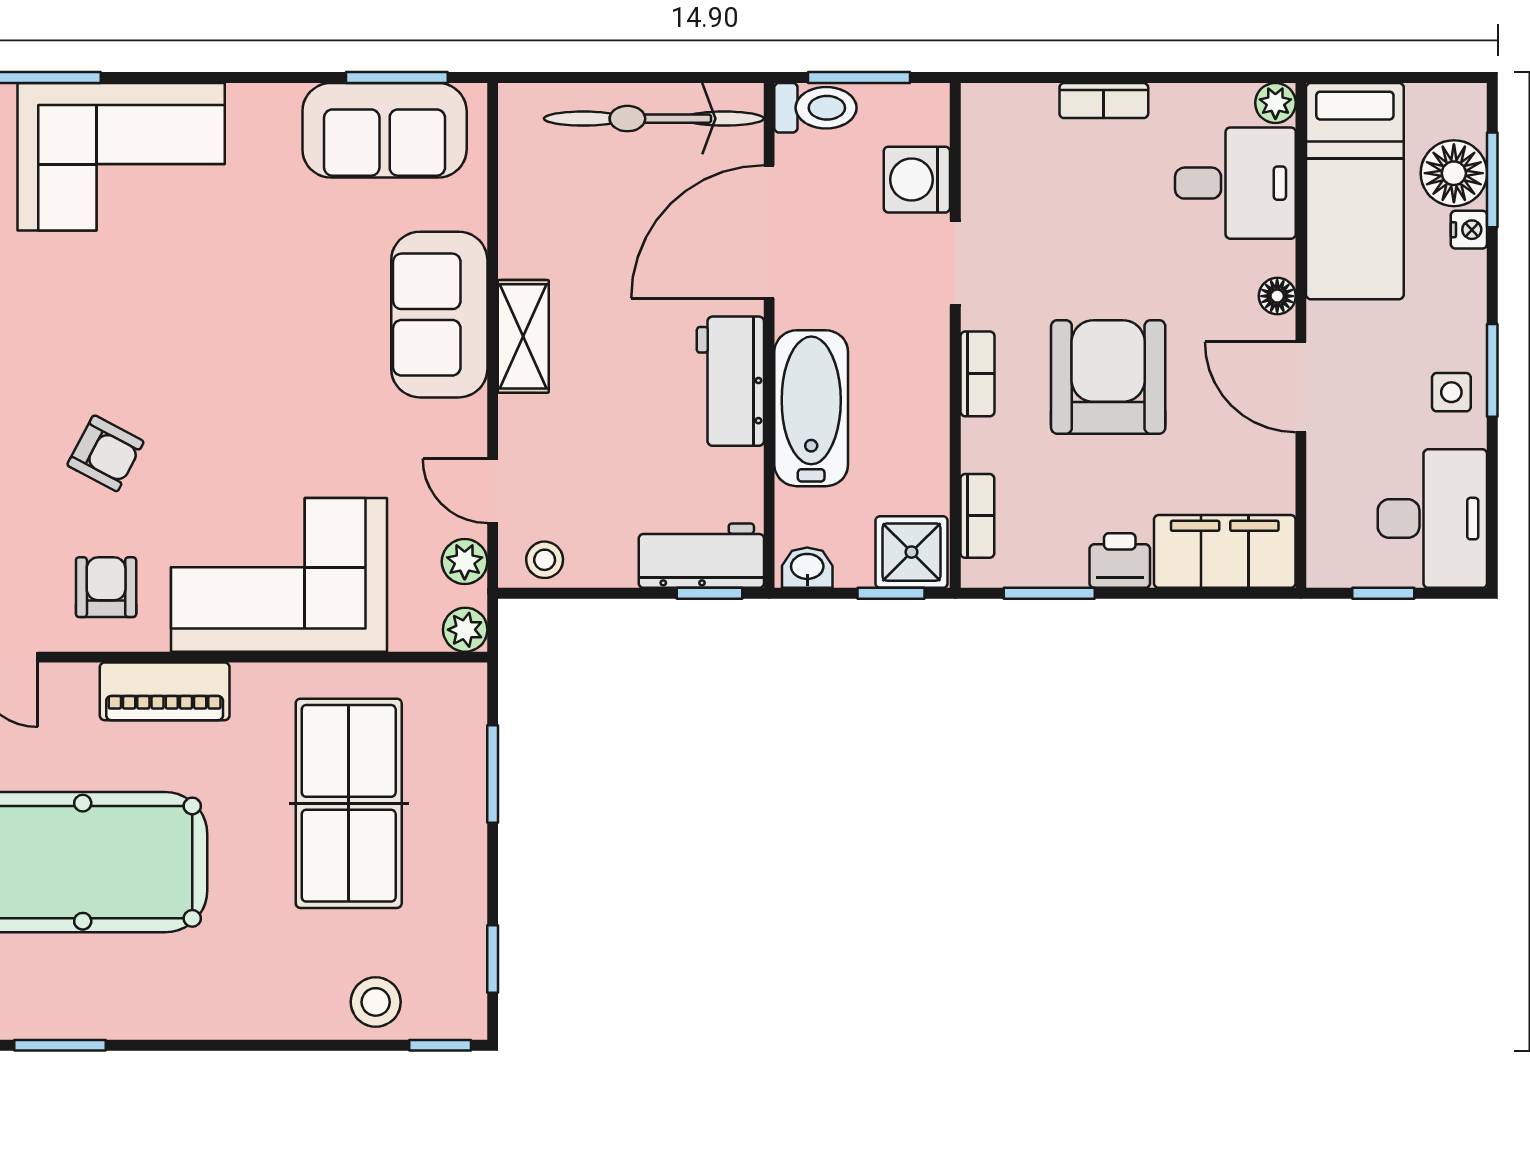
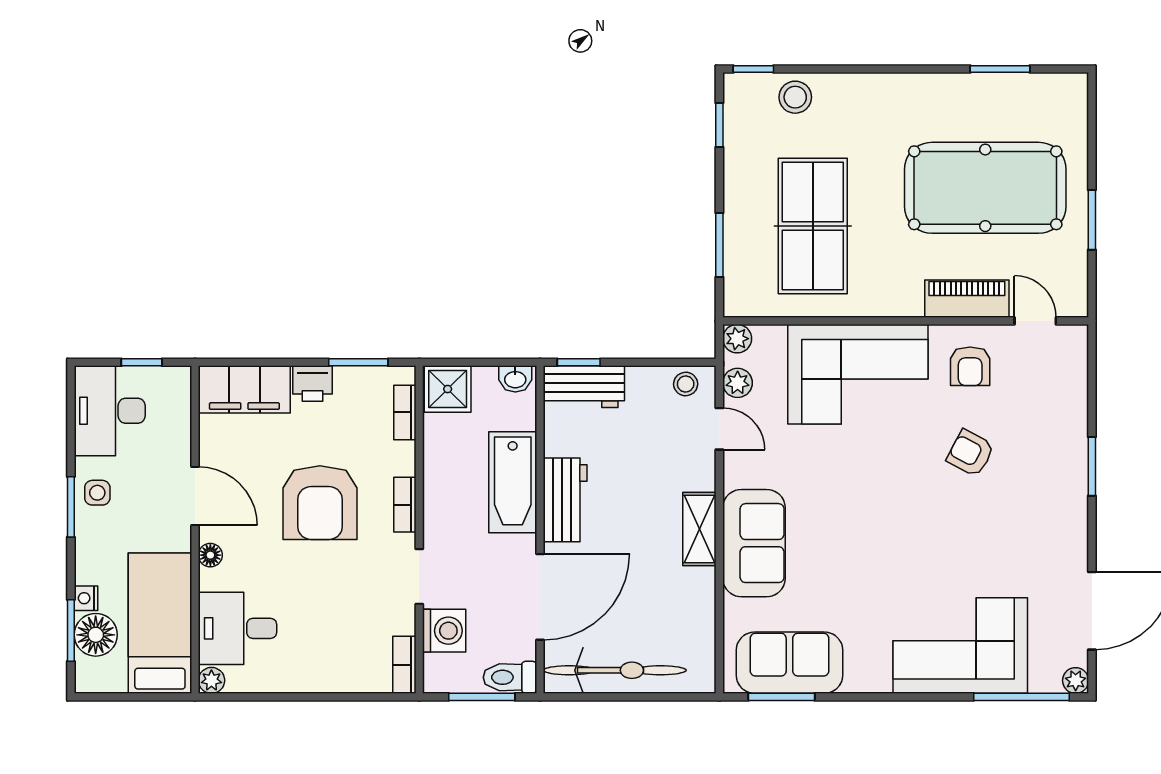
bookcase: (1104, 101) -> (404, 665), moved, turned -90
window: (891, 593) -> (461, 362), removed
piano: (165, 691) -> (967, 299), moved

